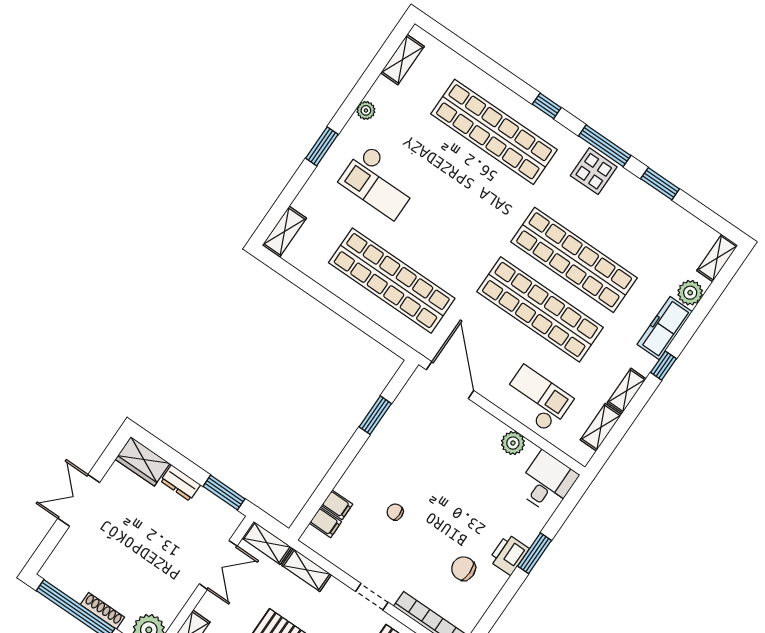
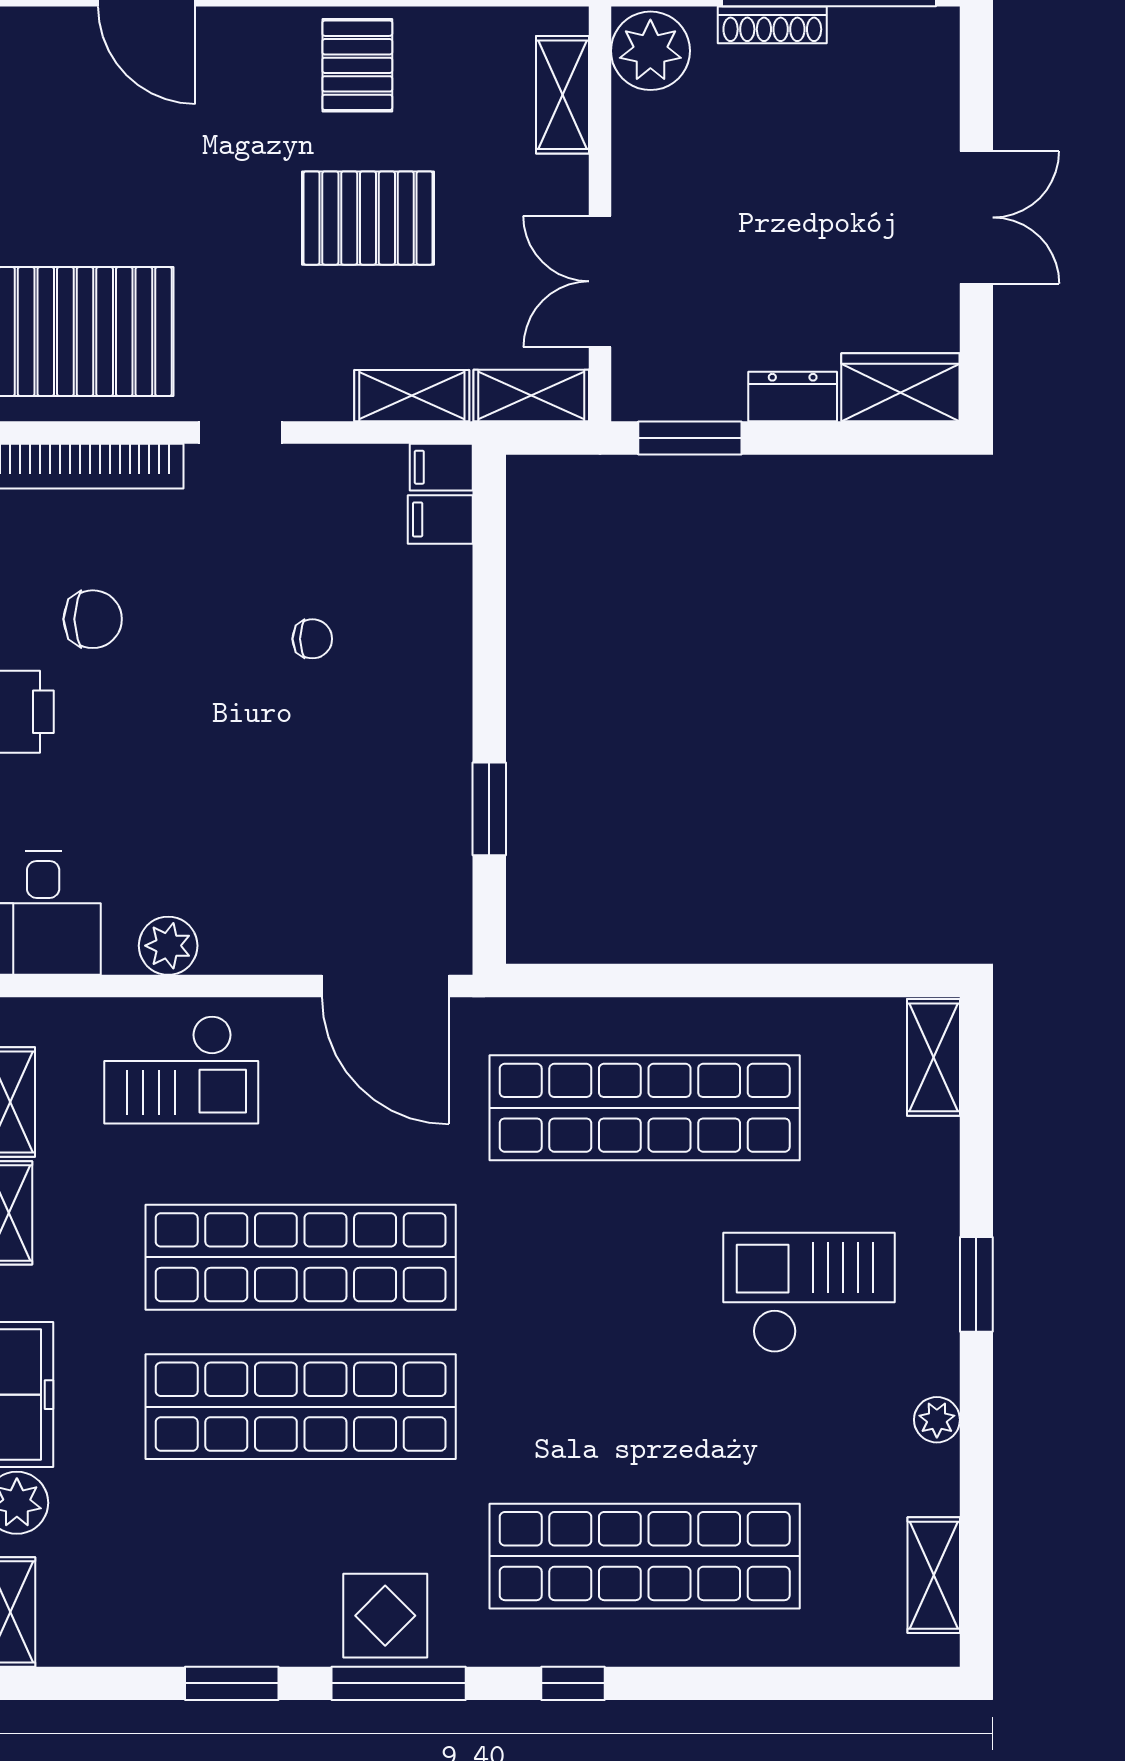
filing cabinet: (337, 505) -> (441, 467), moved

